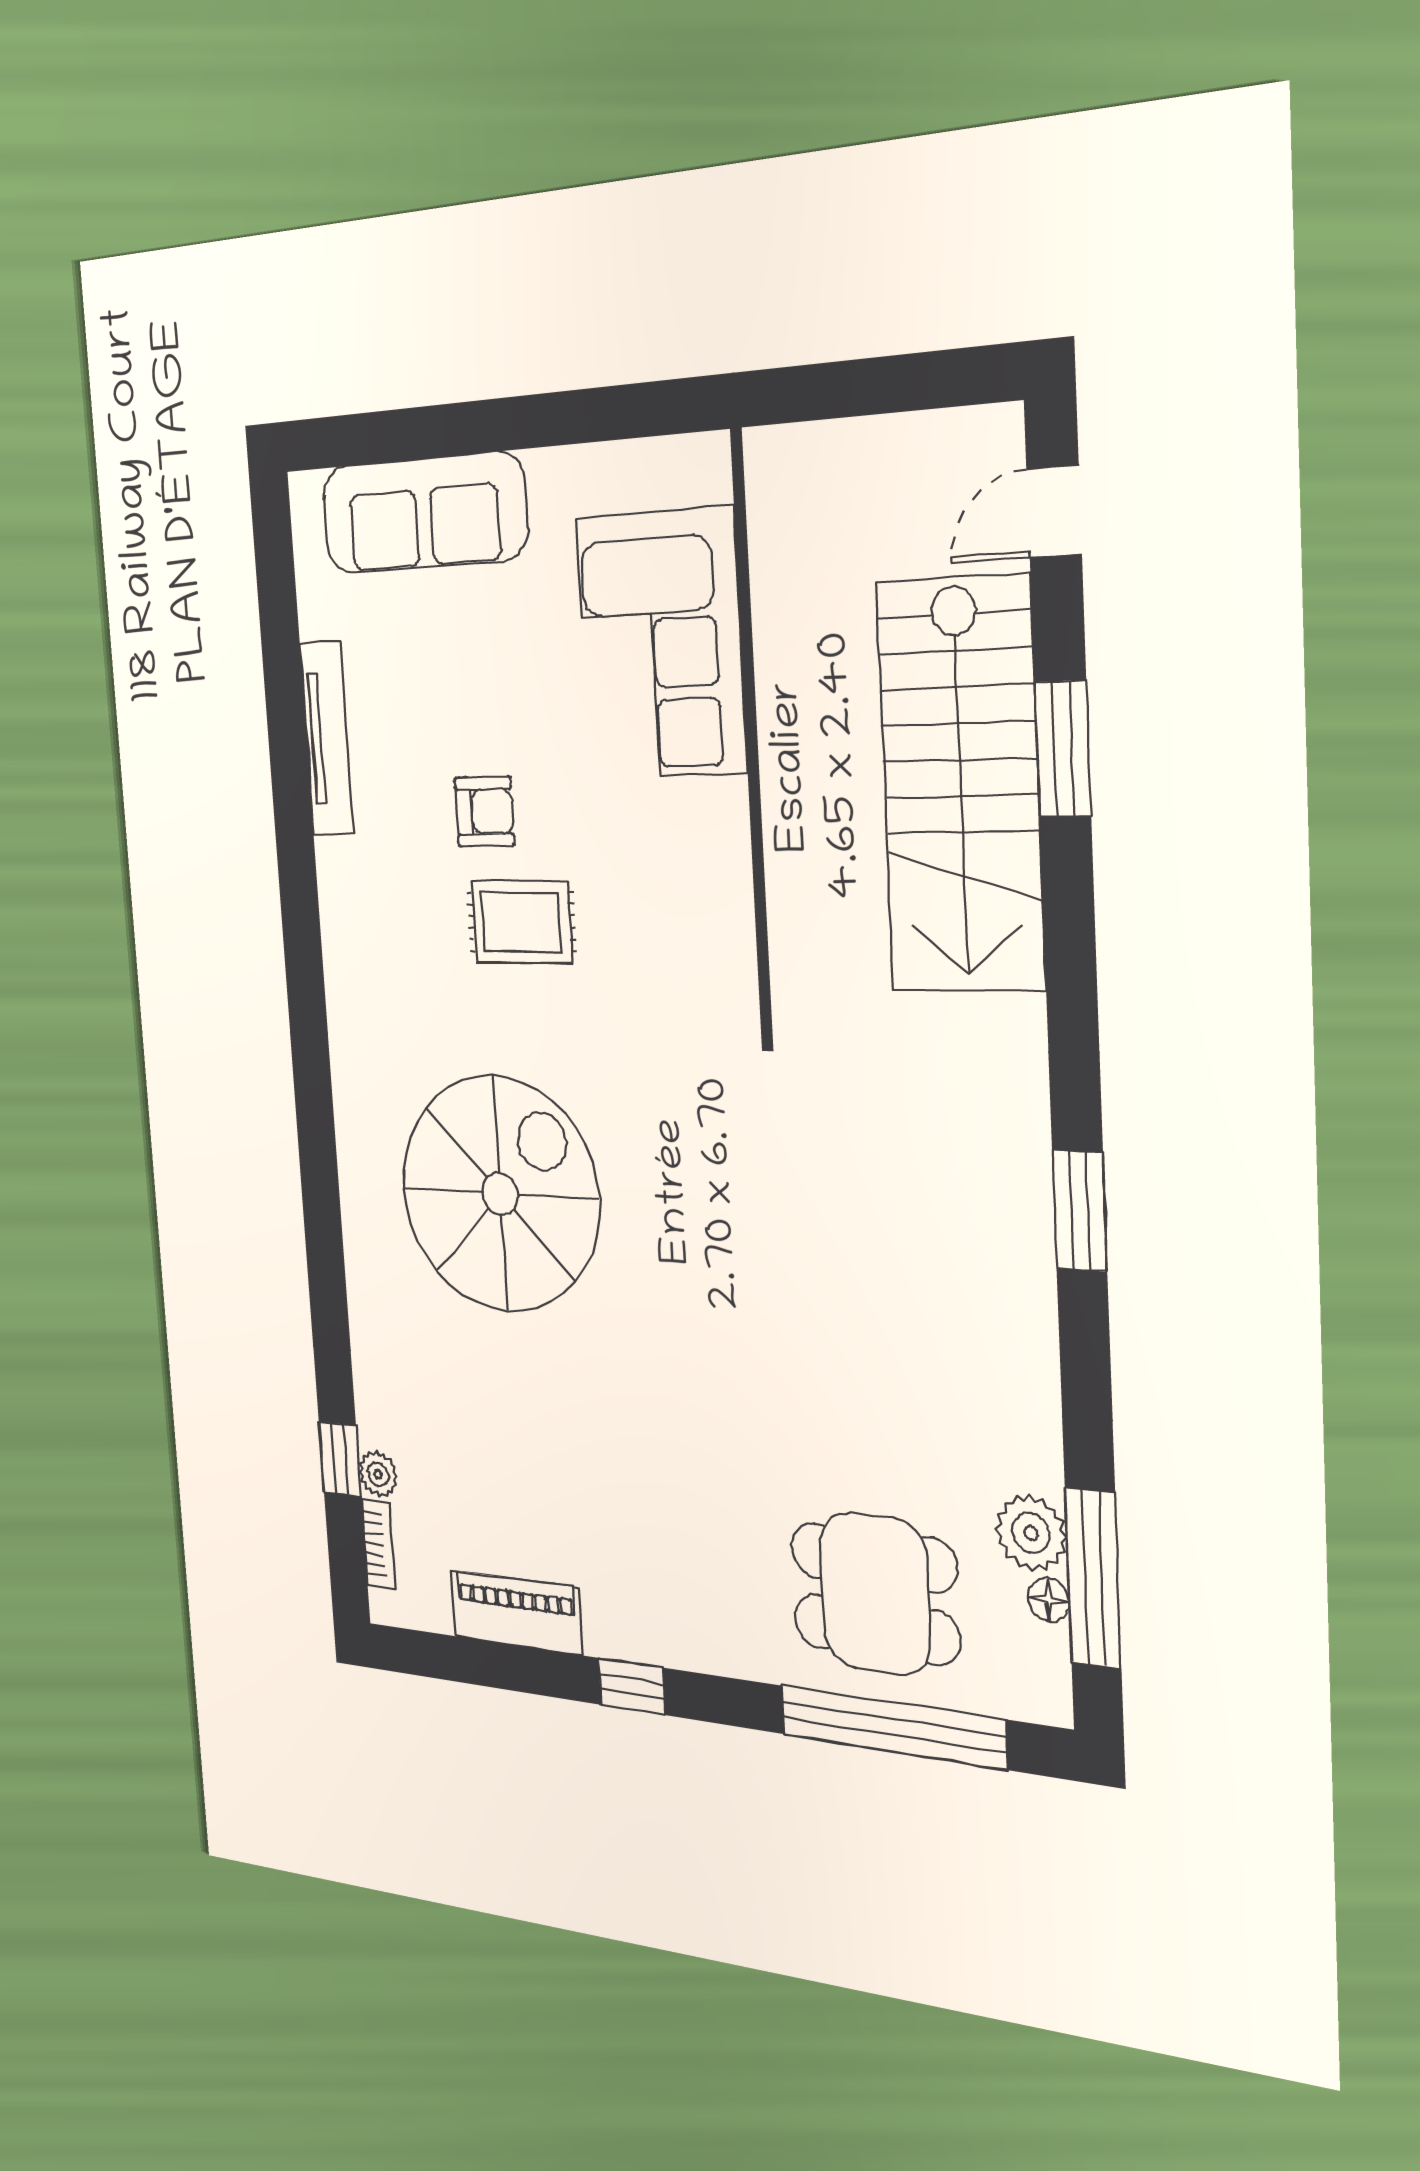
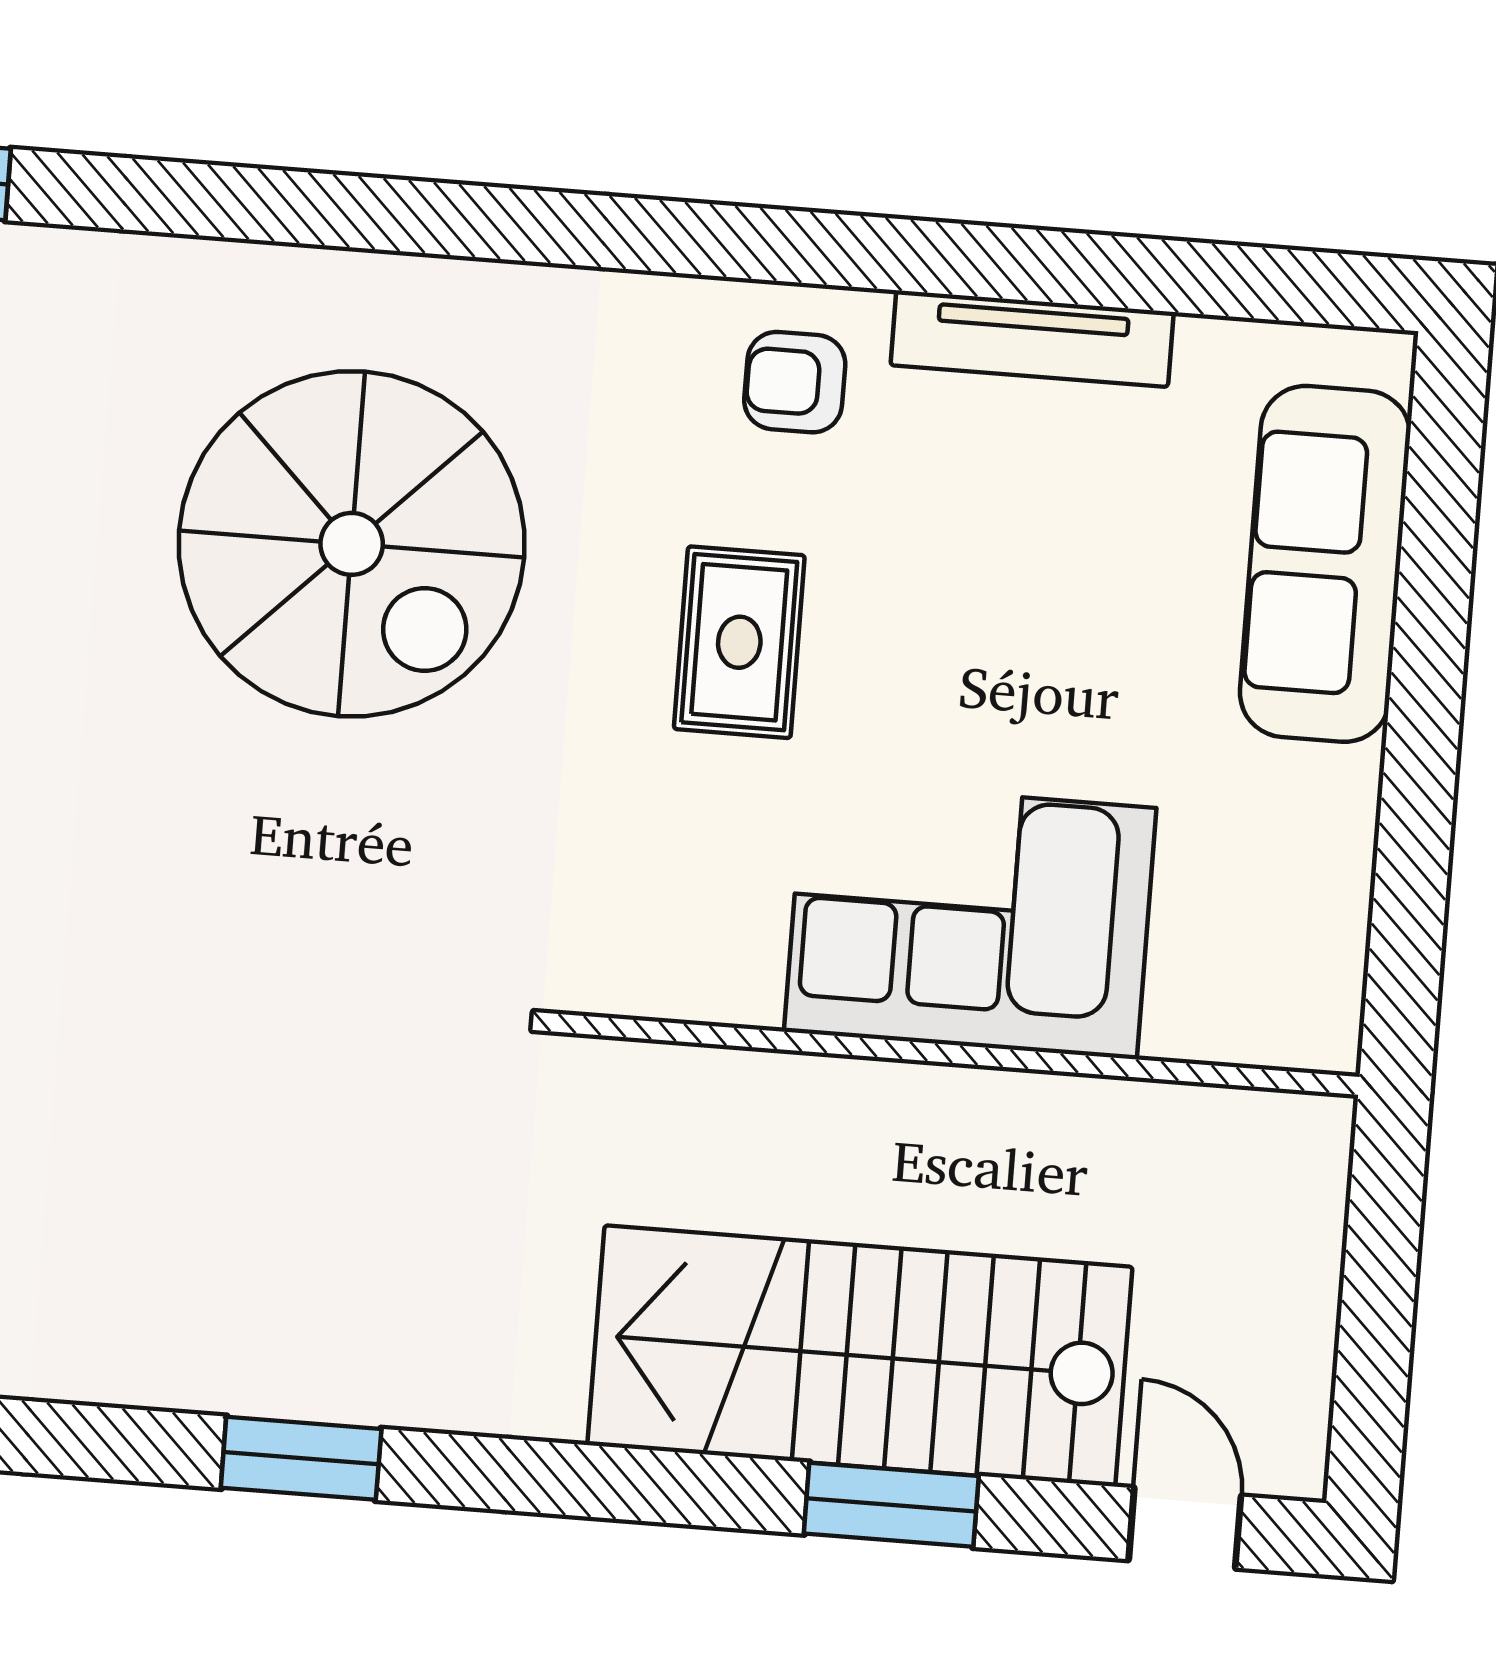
corner sofa: (661, 645) -> (970, 920), moved
armchair: (484, 812) -> (795, 382), moved, turned 90

